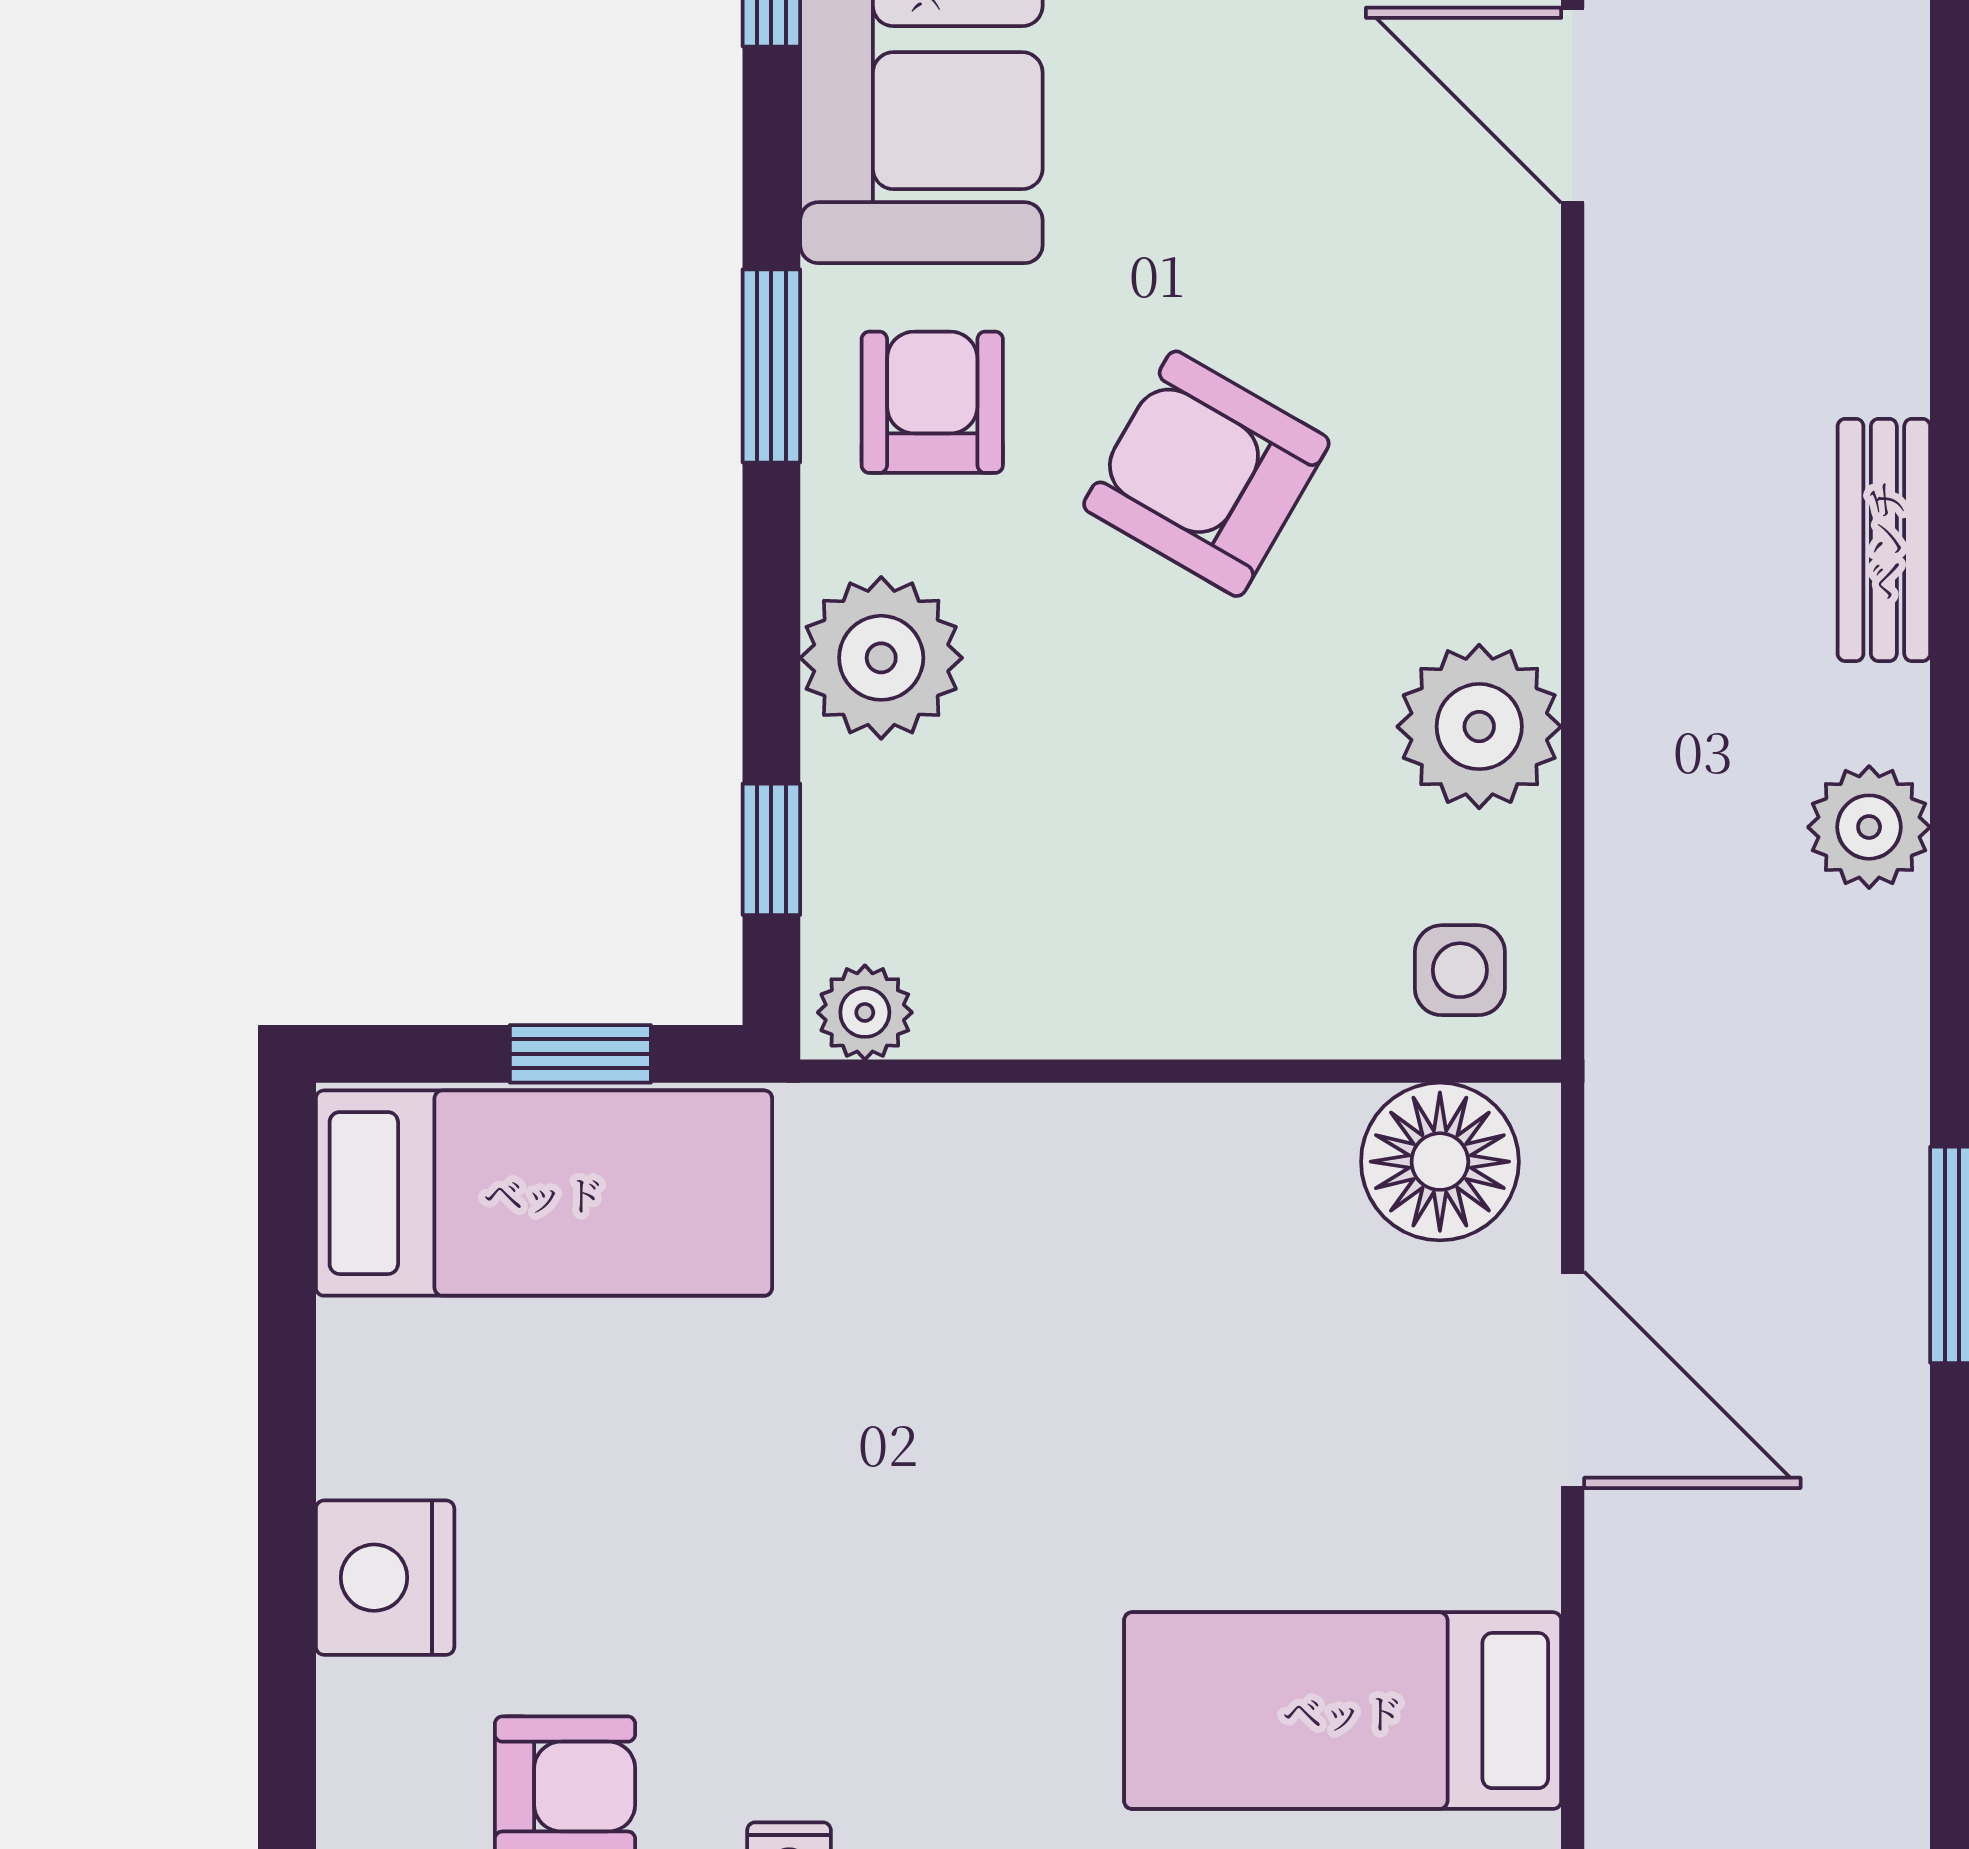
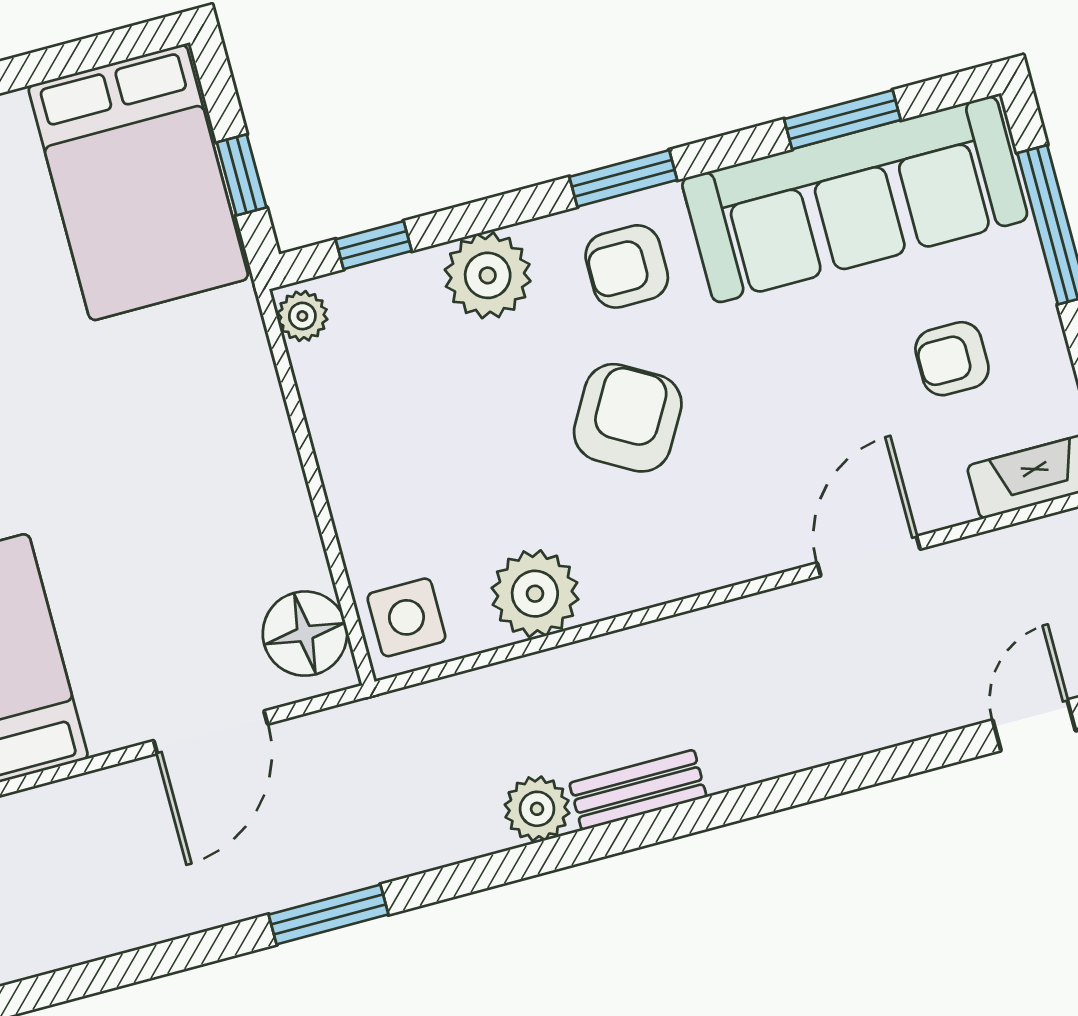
armchair: (932, 402) -> (627, 266), turned 180
bench: (1884, 540) -> (638, 790), moved
side table: (1460, 970) -> (406, 617), width x1.37, depth x1.37
bed: (544, 1193) -> (138, 182), width x1.50

